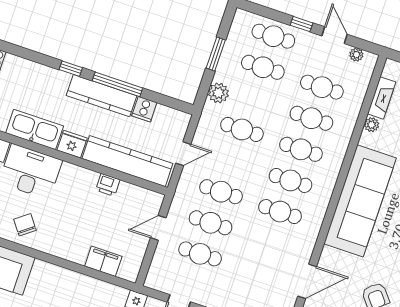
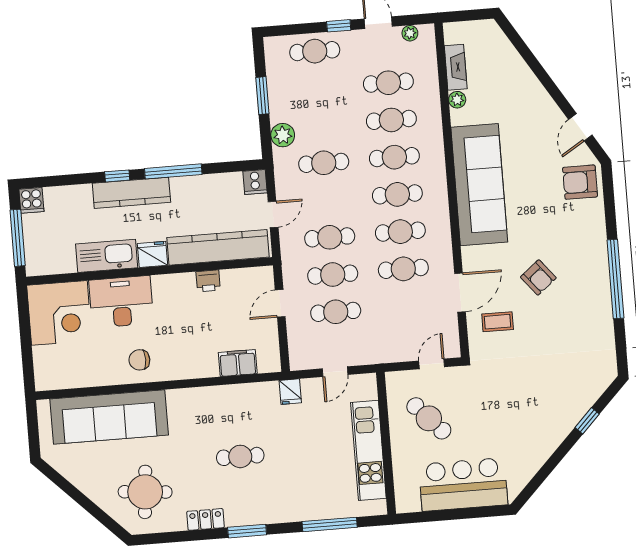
cafe table: (263, 67) -> (403, 269), moved
kitchen counter: (102, 96) -> (131, 193), moved
cooker: (144, 109) -> (255, 182), moved
chair: (25, 225) -> (139, 360), turned -53

